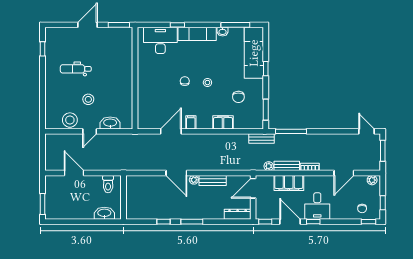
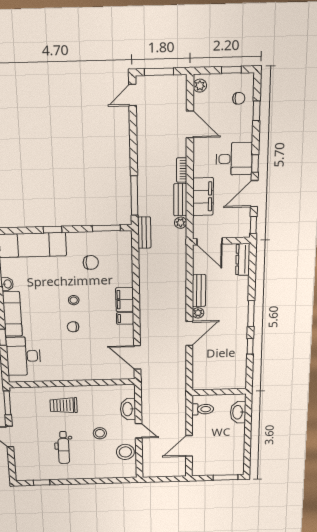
trolley: (115, 71) -> (64, 405), added
filing cabinet: (223, 122) -> (125, 300), moved
door: (171, 131) -> (137, 357), moved
window: (369, 222) -> (257, 111), moved

